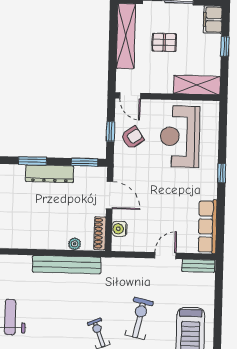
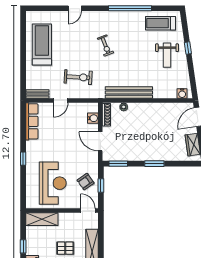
dresser: (50, 174) -> (142, 155), removed
exercise bike: (139, 318) -> (78, 77), moved, turned -99

